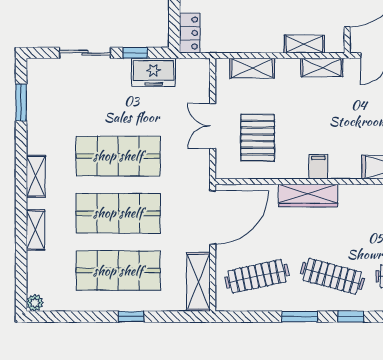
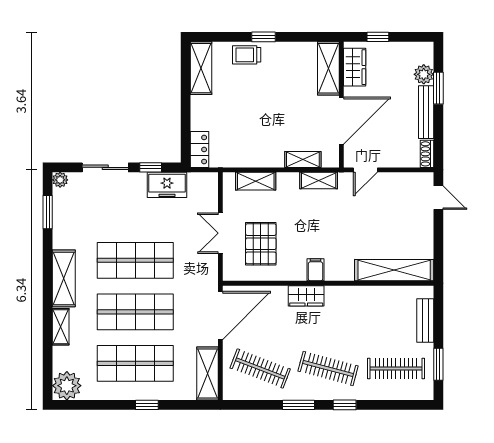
plant: (35, 67) -> (60, 180), added
shelving: (36, 176) -> (64, 278), width x1.50, depth x1.33
wardrobe: (308, 195) -> (306, 296), width x0.67
clothes rail: (257, 276) -> (260, 369), turned 33
plant: (35, 303) -> (67, 386), width x1.87, depth x1.87

